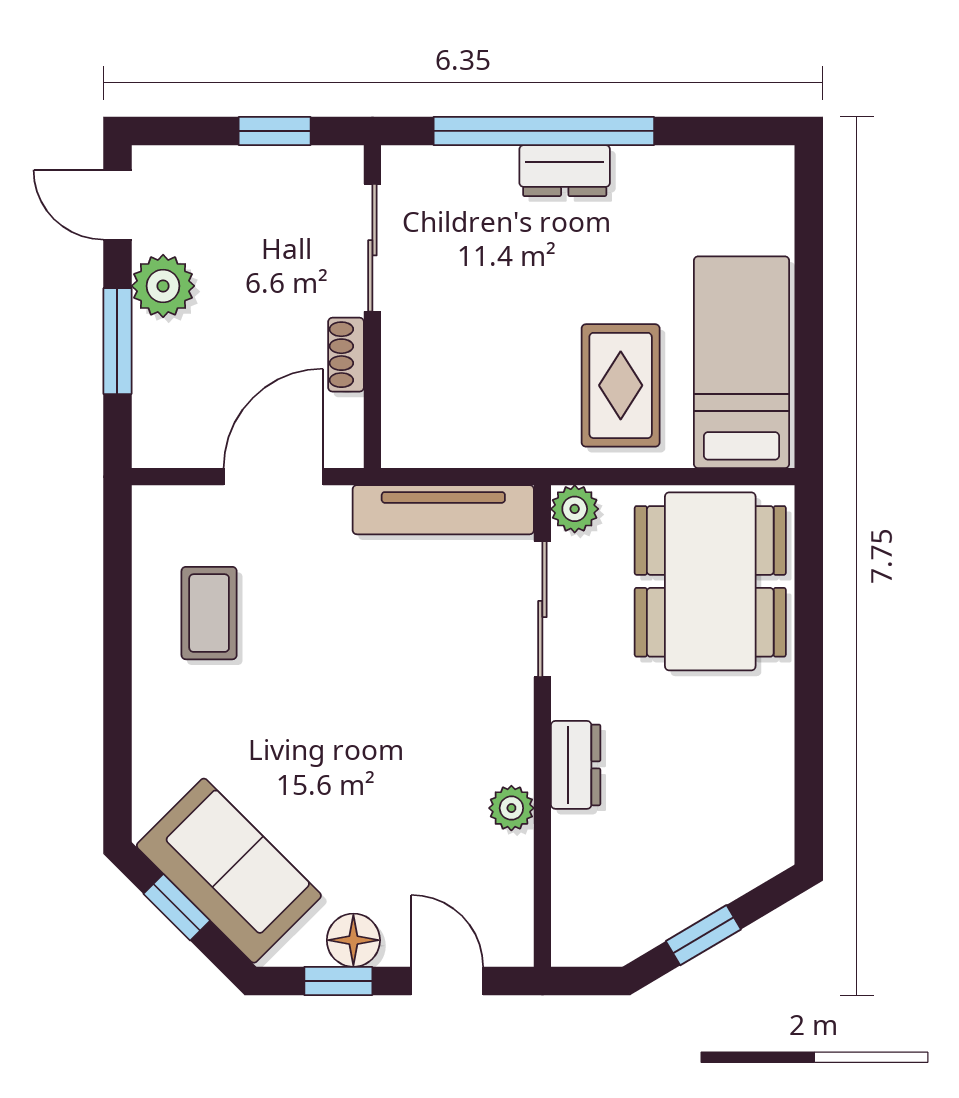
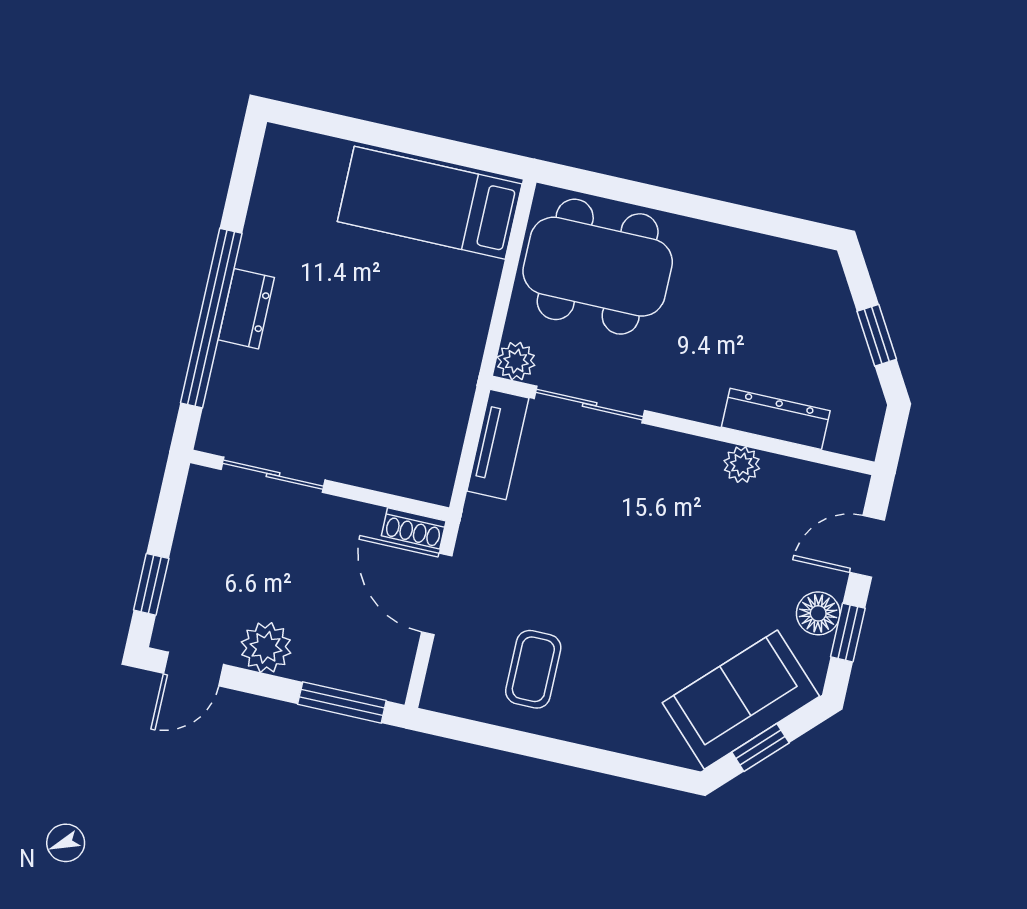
window: (275, 131) -> (151, 584), moved
window: (117, 341) -> (342, 702), moved
shoe rack: (346, 355) -> (414, 528), moved
rug: (621, 385) -> (426, 303), removed
tv unit: (443, 510) -> (498, 444), width x0.71
coffee table: (209, 613) -> (533, 669), turned 90
dresser: (576, 765) -> (776, 419), moved, width x1.44

